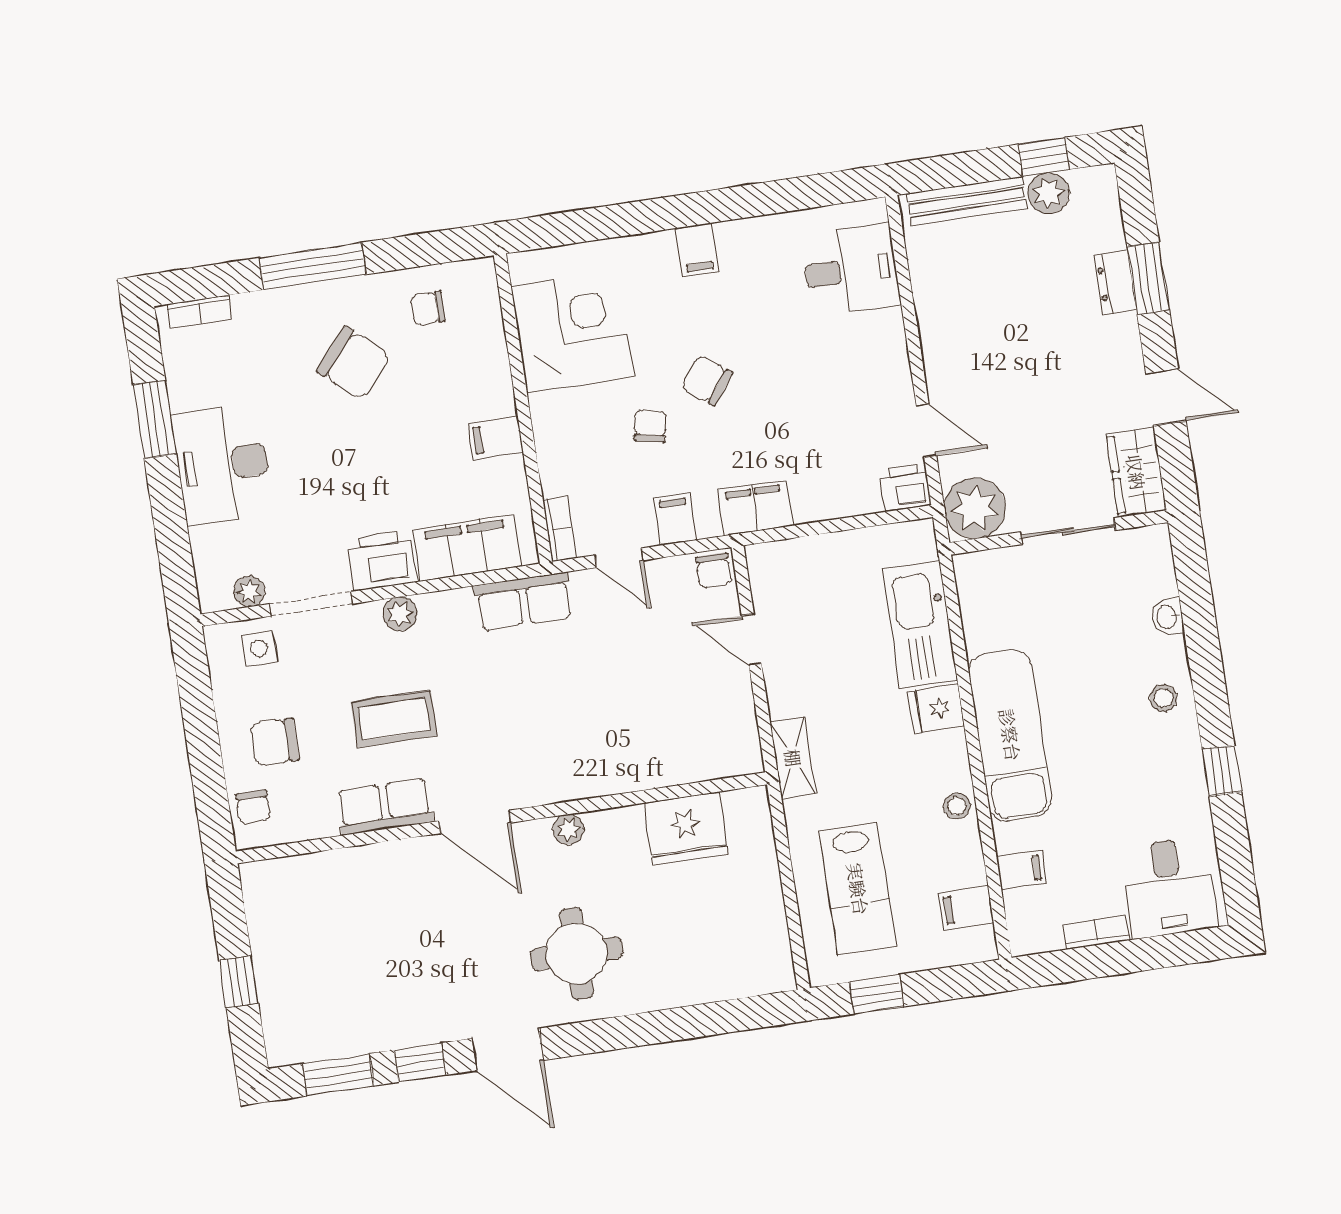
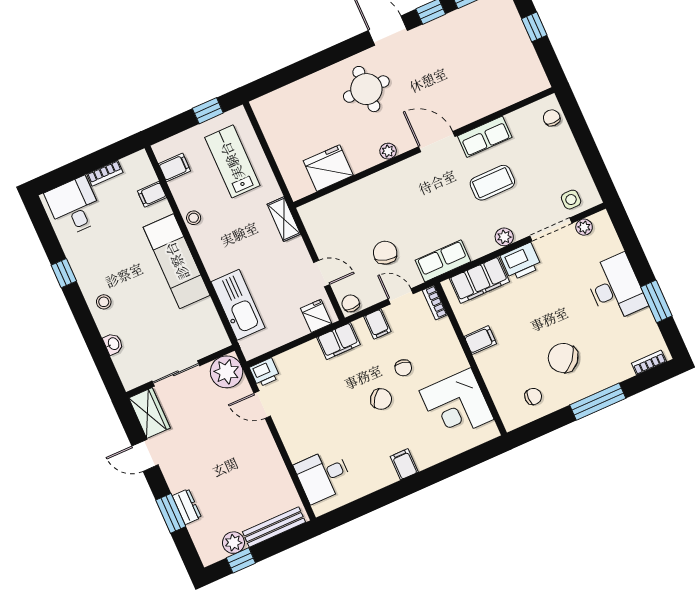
fridge: (936, 709) -> (316, 316), moved, turned -90
chair: (275, 742) -> (385, 253), moved, turned -74

